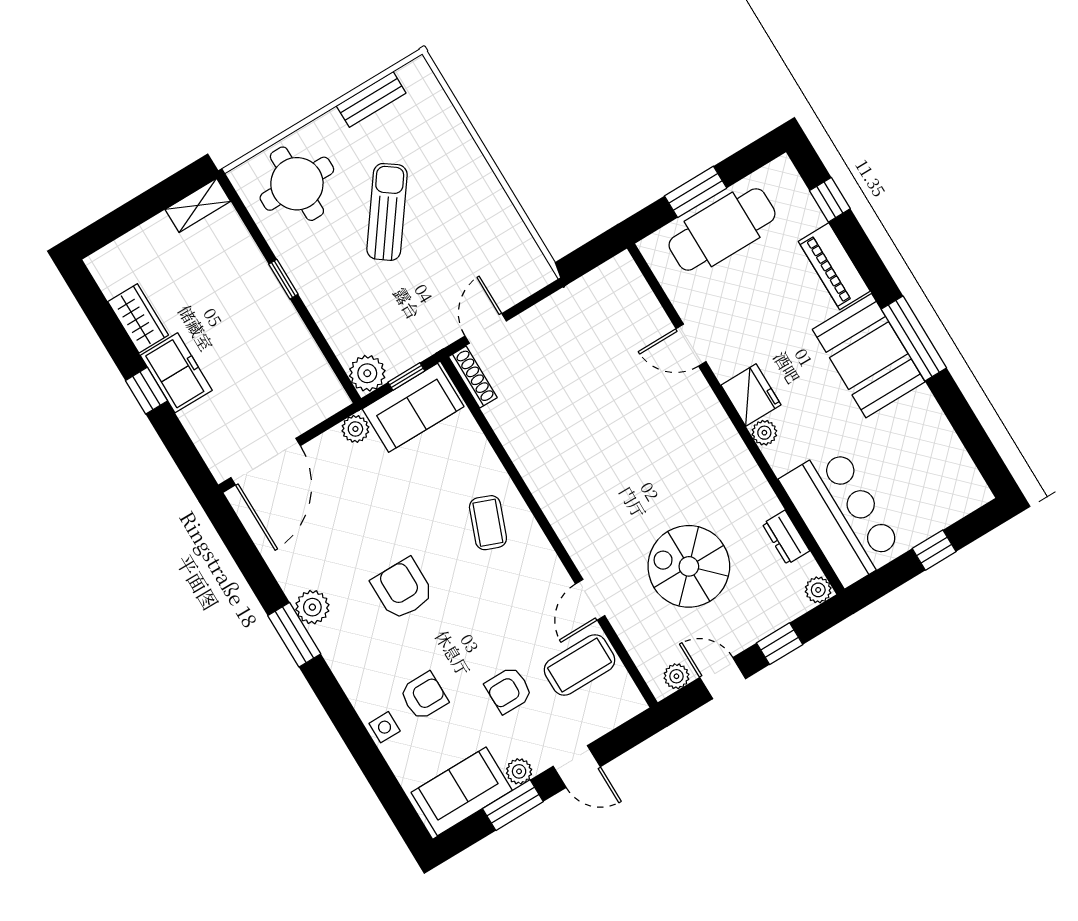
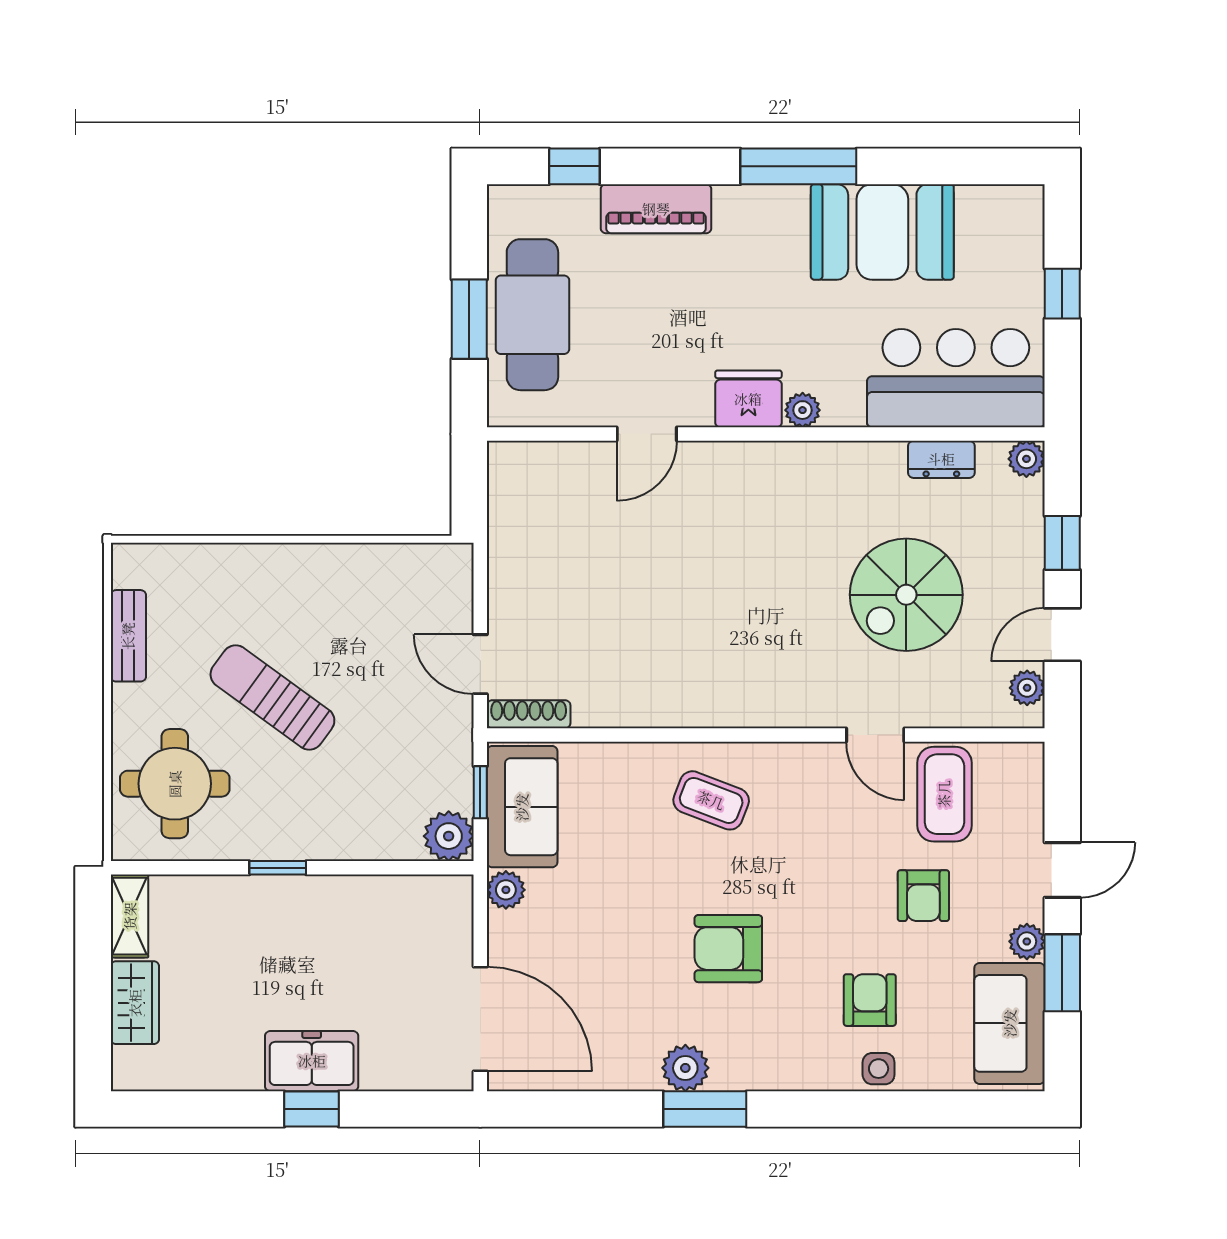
wardrobe: (138, 318) -> (135, 1003), moved, turned 90
booth: (869, 356) -> (882, 232), moved

